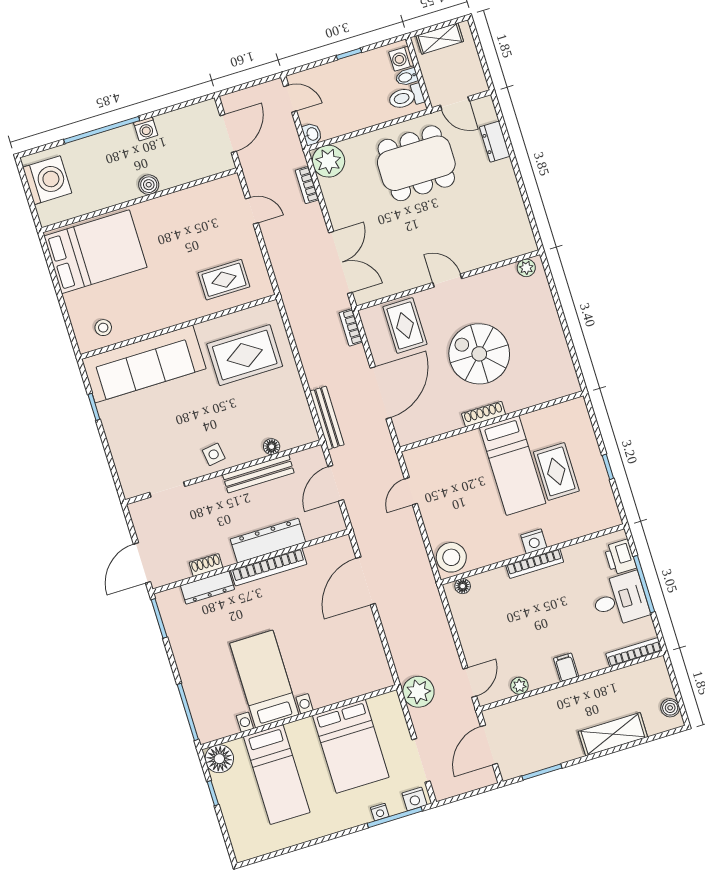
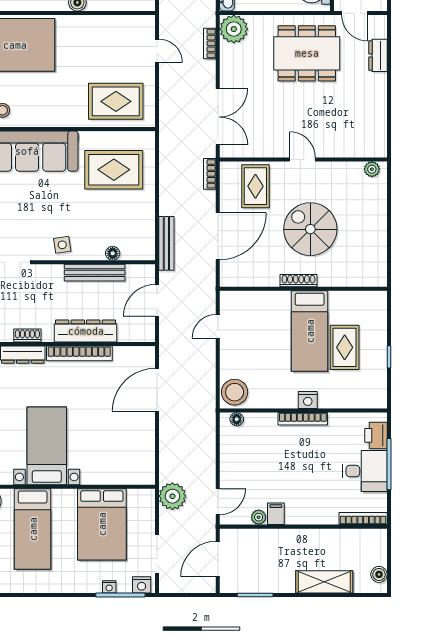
rug: (224, 280) -> (116, 101), width x1.36, depth x1.43
filing cabinet: (566, 667) -> (276, 514), moved

